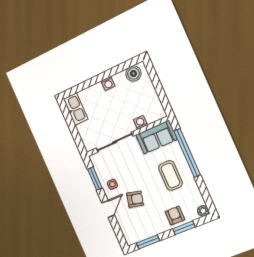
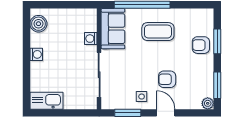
armchair: (135, 199) -> (167, 79), turned -103
plant: (203, 211) -> (208, 103), moved

